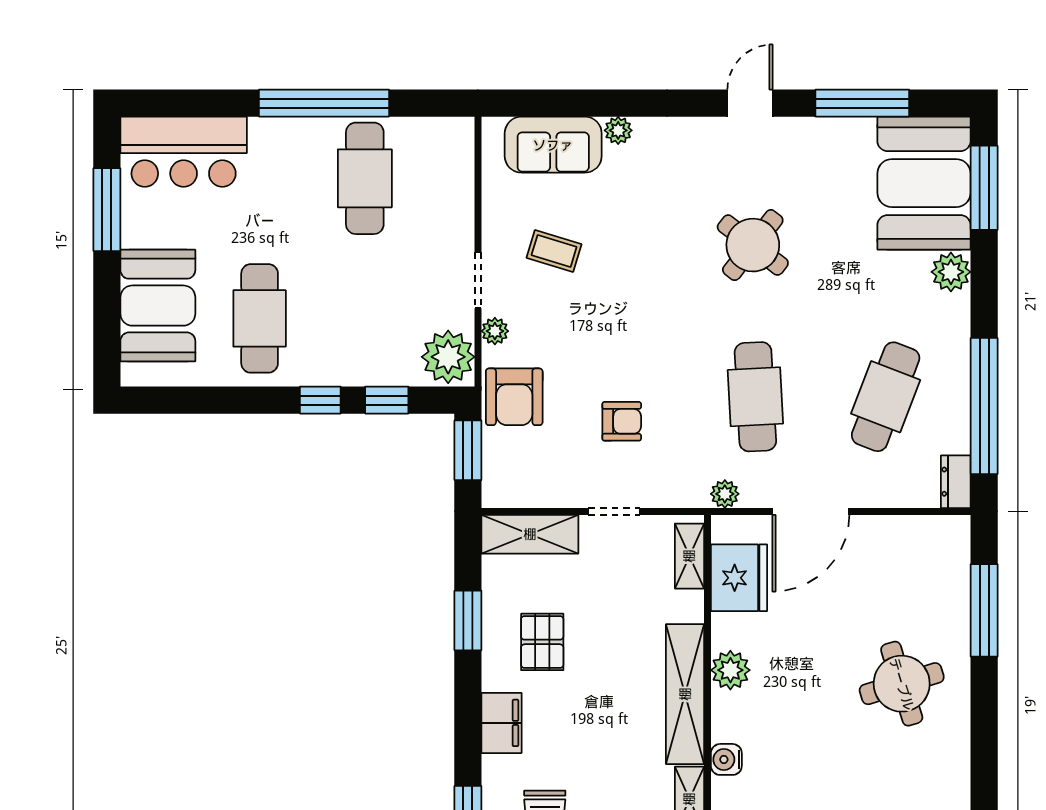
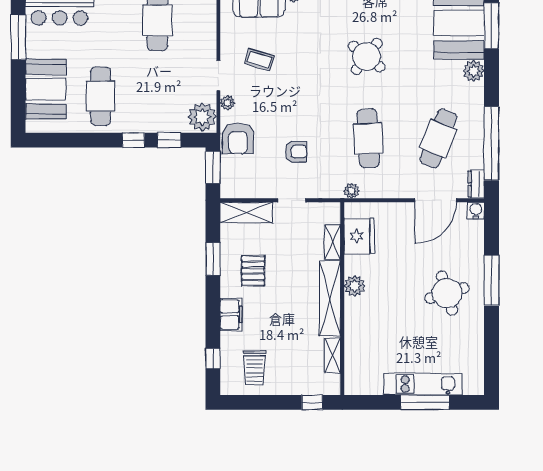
door: (811, 511) -> (436, 200), moved
shelving: (689, 556) -> (333, 242), moved
window: (984, 610) -> (492, 280), moved
water cooler: (726, 759) -> (476, 210), moved, turned 90

